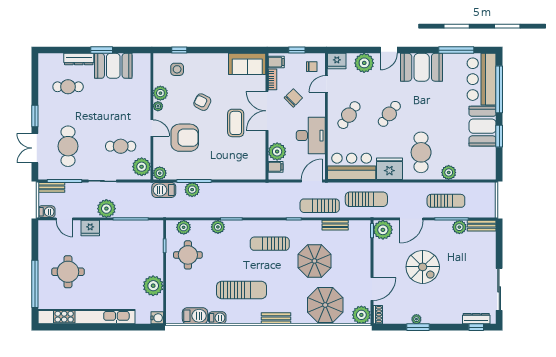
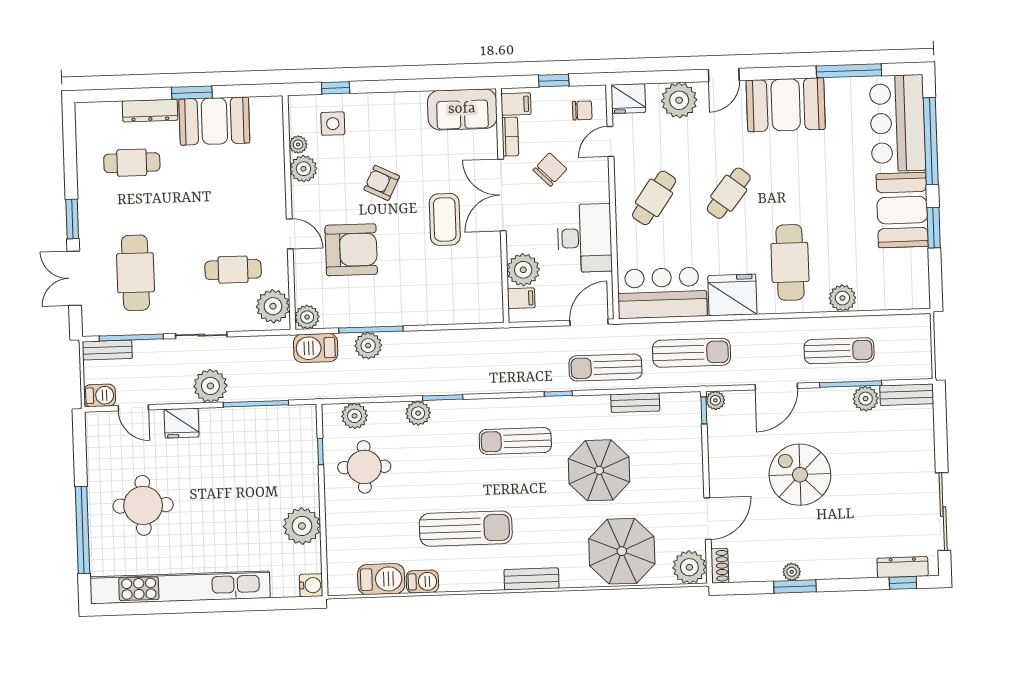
plant: (158, 106) -> (298, 145), moved
plant: (383, 230) -> (715, 400), width x0.53, depth x0.53
spiral stairs: (423, 267) -> (800, 475), turned 180

